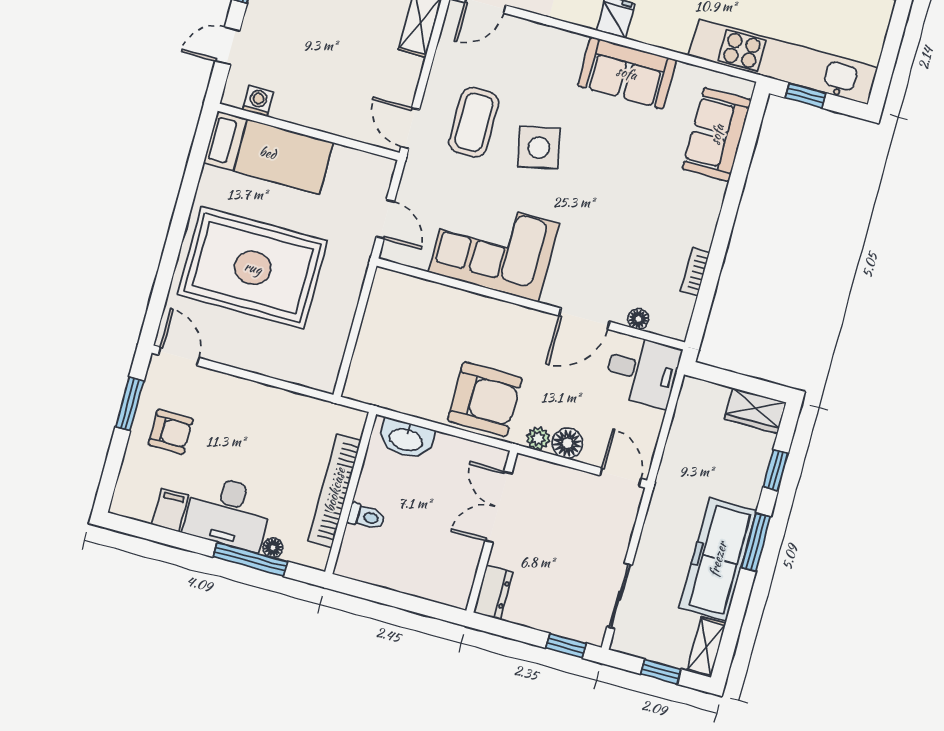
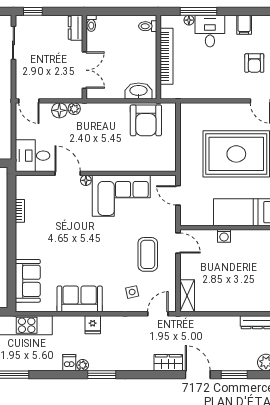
washing machine: (258, 101) -> (224, 236), moved
side table: (539, 148) -> (132, 292), moved, width x0.54, depth x0.54
door: (584, 319) -> (68, 173), hinge flipped
floor lamp: (638, 319) -> (86, 180), moved
armchair: (485, 399) -> (146, 120), moved, turned -90
armchair: (171, 432) -> (254, 63), turned -90
desk: (228, 513) -> (210, 31), width x0.73
toilet: (366, 517) -> (148, 26), moved
toilet: (461, 593) -> (91, 23), added

